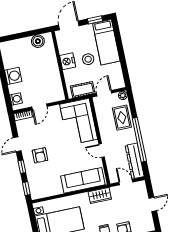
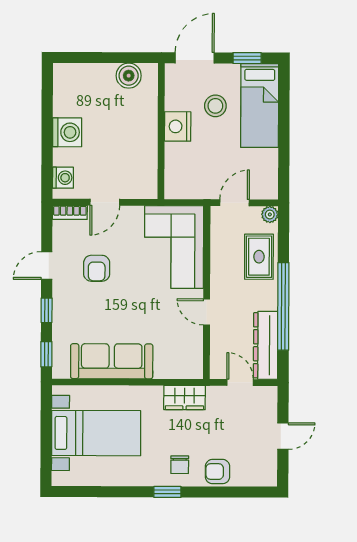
stool: (88, 59) -> (215, 106), moved
cot: (83, 90) -> (195, 187), removed
armchair: (40, 155) -> (97, 268), moved
sofa: (83, 180) -> (112, 361), moved

